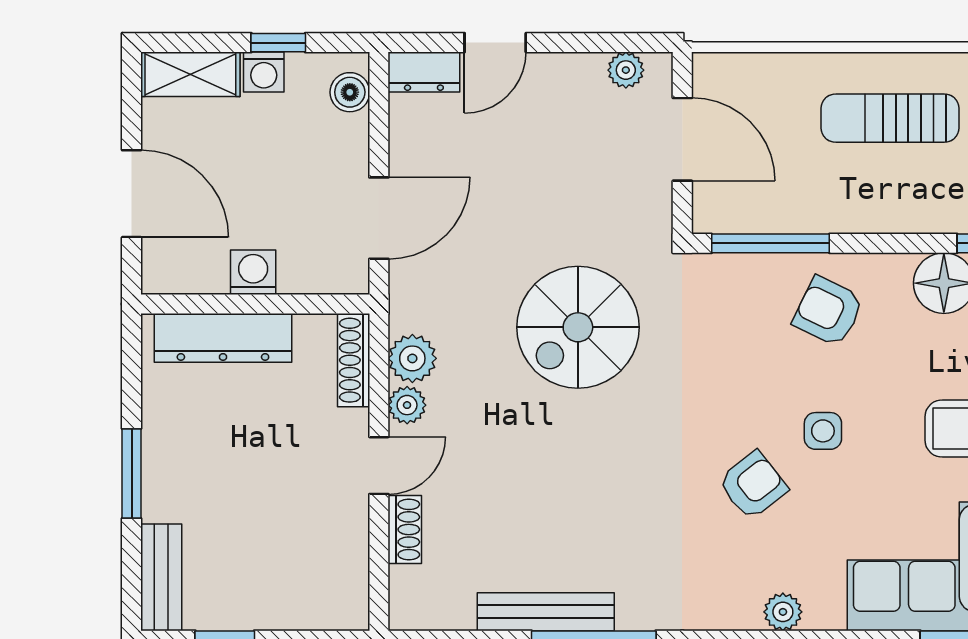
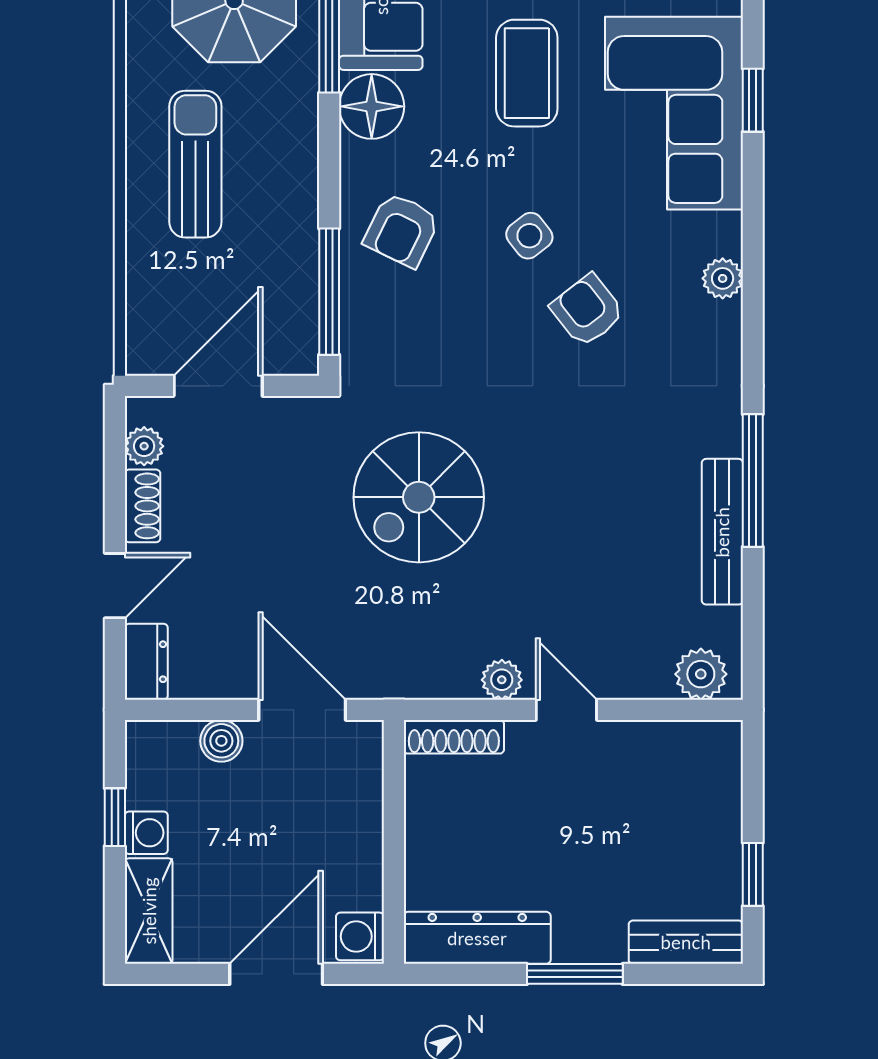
door: (495, 43) -> (115, 586), hinge flipped
boiler: (350, 92) -> (221, 741), moved
sun lounger: (890, 118) -> (195, 164), turned 180
washing machine: (253, 272) -> (360, 936), moved
spiral stairs: (578, 327) -> (419, 497), turned 90
dresser: (223, 338) -> (477, 938), moved, turned -90
plant: (412, 358) -> (701, 674), moved
side table: (823, 431) -> (529, 236), turned -38
shoe rack: (405, 529) -> (143, 506), moved, turned 90

